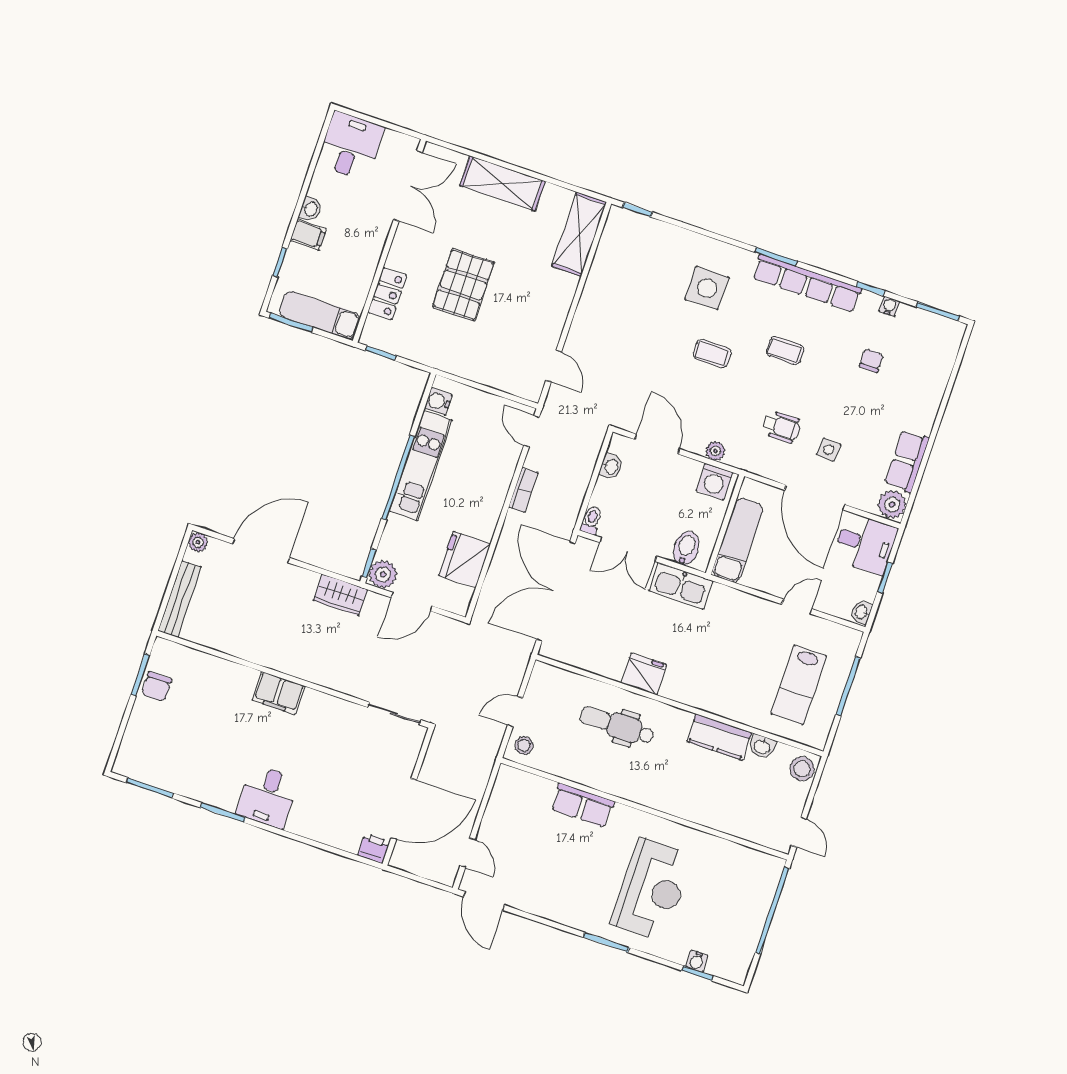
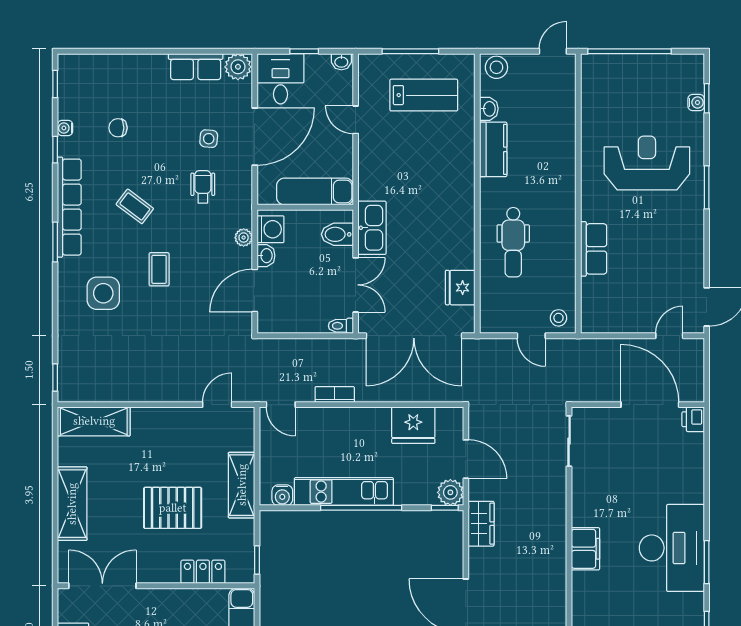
window: (938, 311) -> (55, 84), width x0.67
coffee table: (785, 351) -> (135, 206), turned -53
shelving: (463, 363) -> (242, 485), added
door: (532, 431) -> (281, 405), hinge flipped
washbasin: (611, 467) -> (266, 256), moved, turned 90
fridge: (644, 674) -> (460, 288), moved
desk: (267, 797) -> (672, 548), width x1.87, depth x1.30

